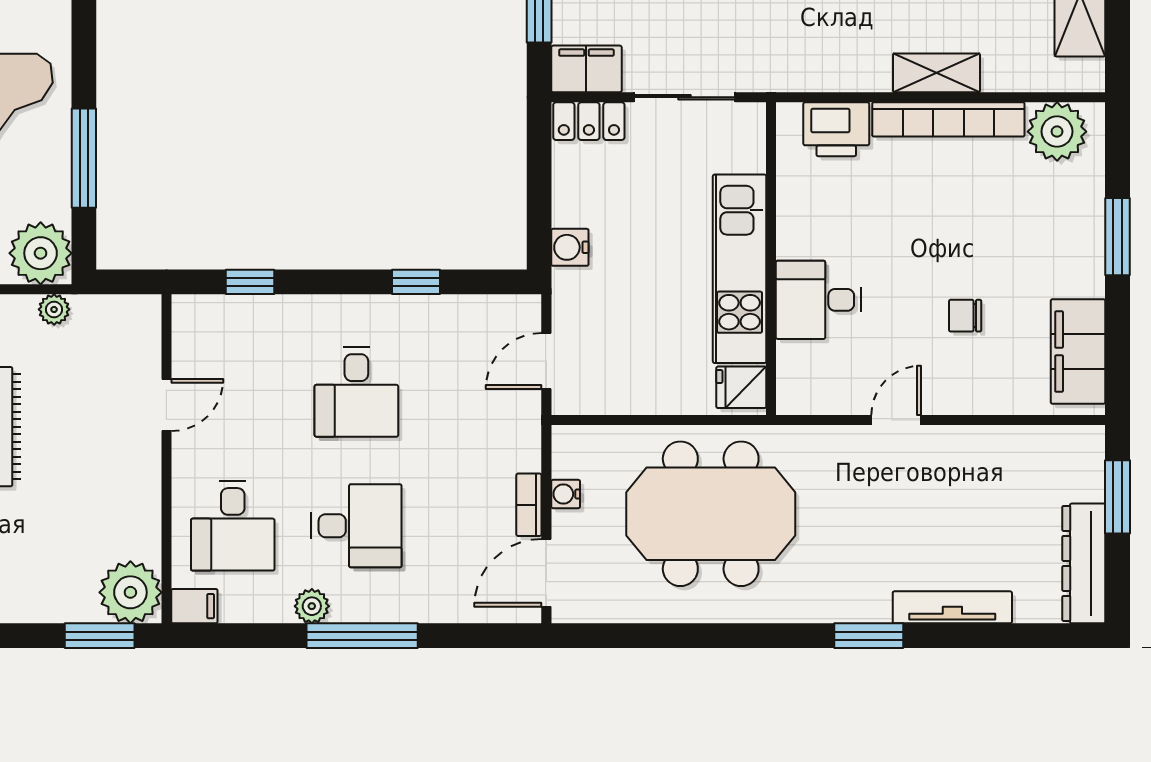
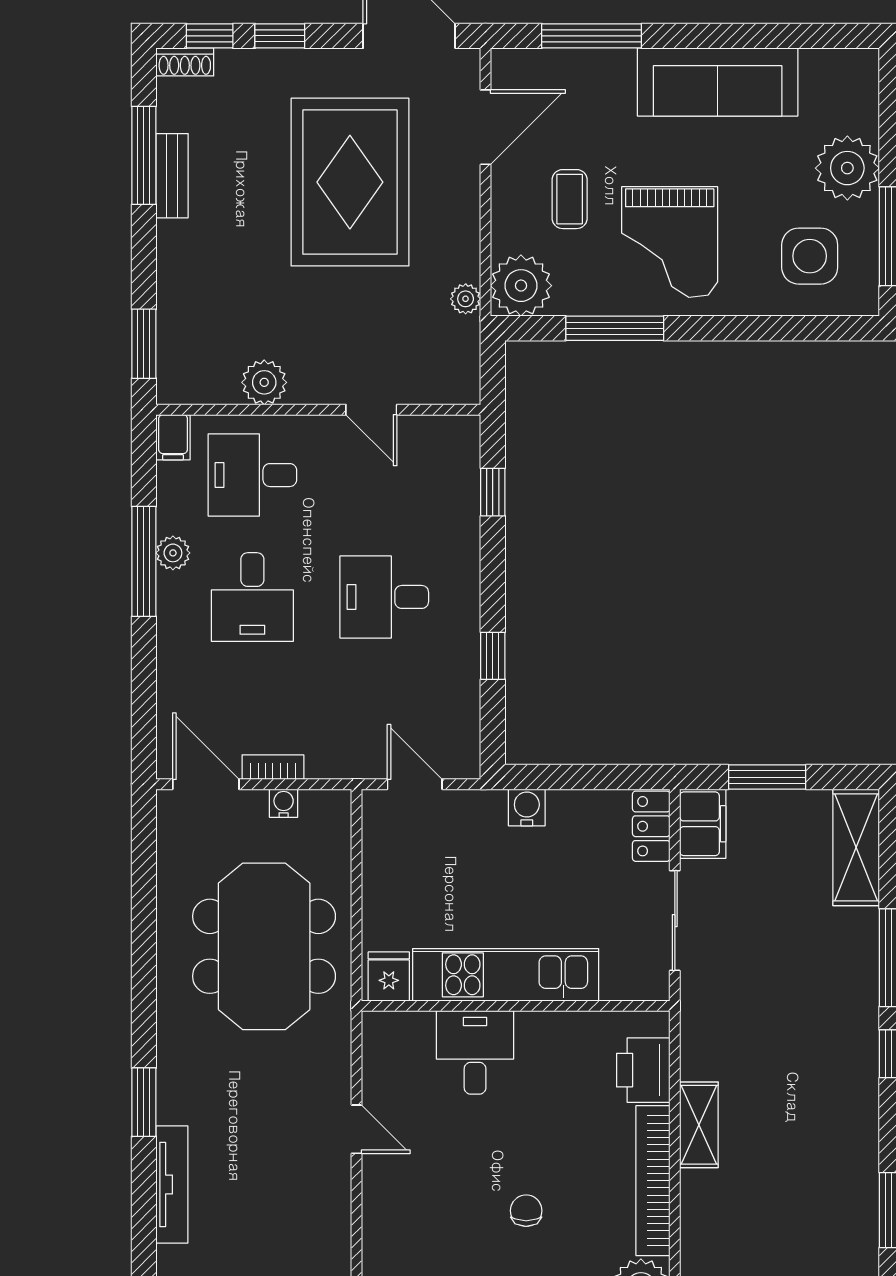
shelving: (936, 73) -> (699, 1125), moved
chair: (965, 316) -> (526, 1211), moved
plant: (130, 592) -> (264, 382), moved, width x0.73, depth x0.73
window: (362, 636) -> (144, 561), moved

